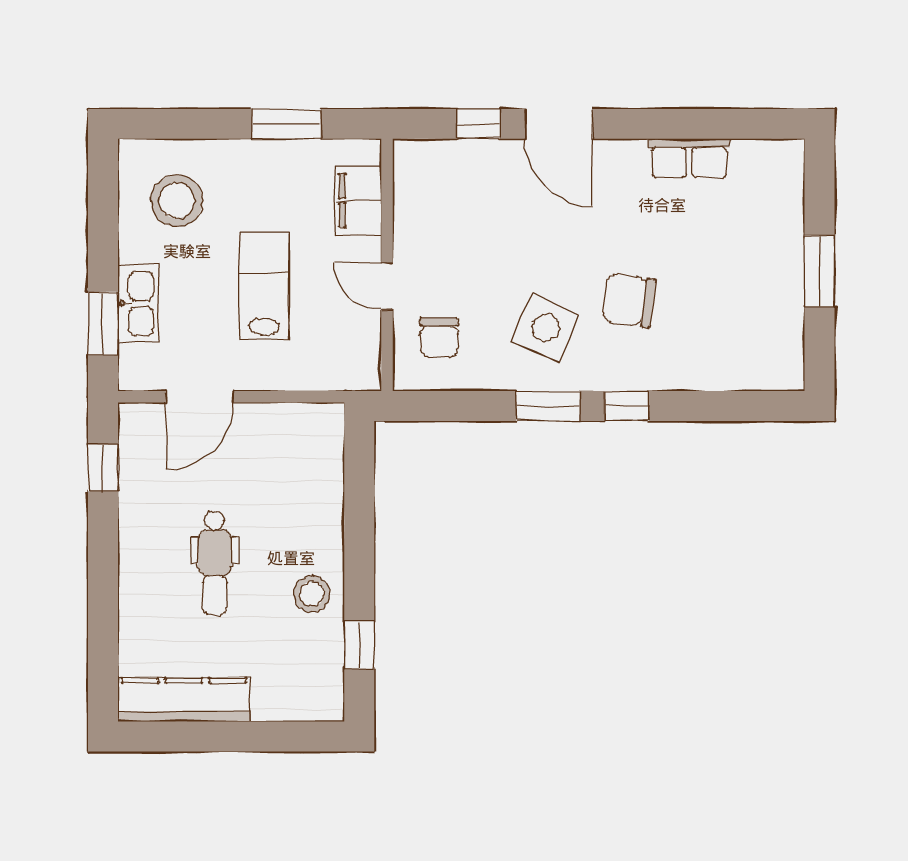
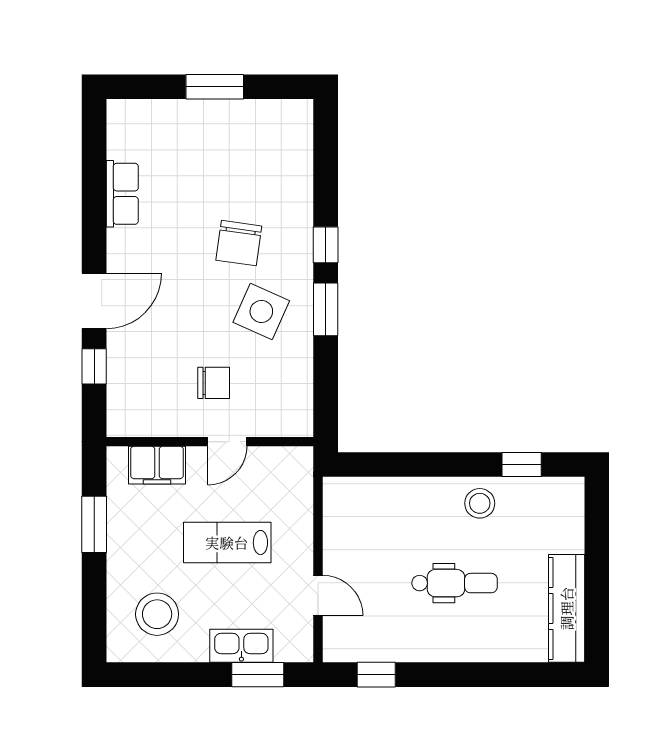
chair: (439, 338) -> (214, 383), moved
door: (200, 397) -> (318, 595), width x0.73

